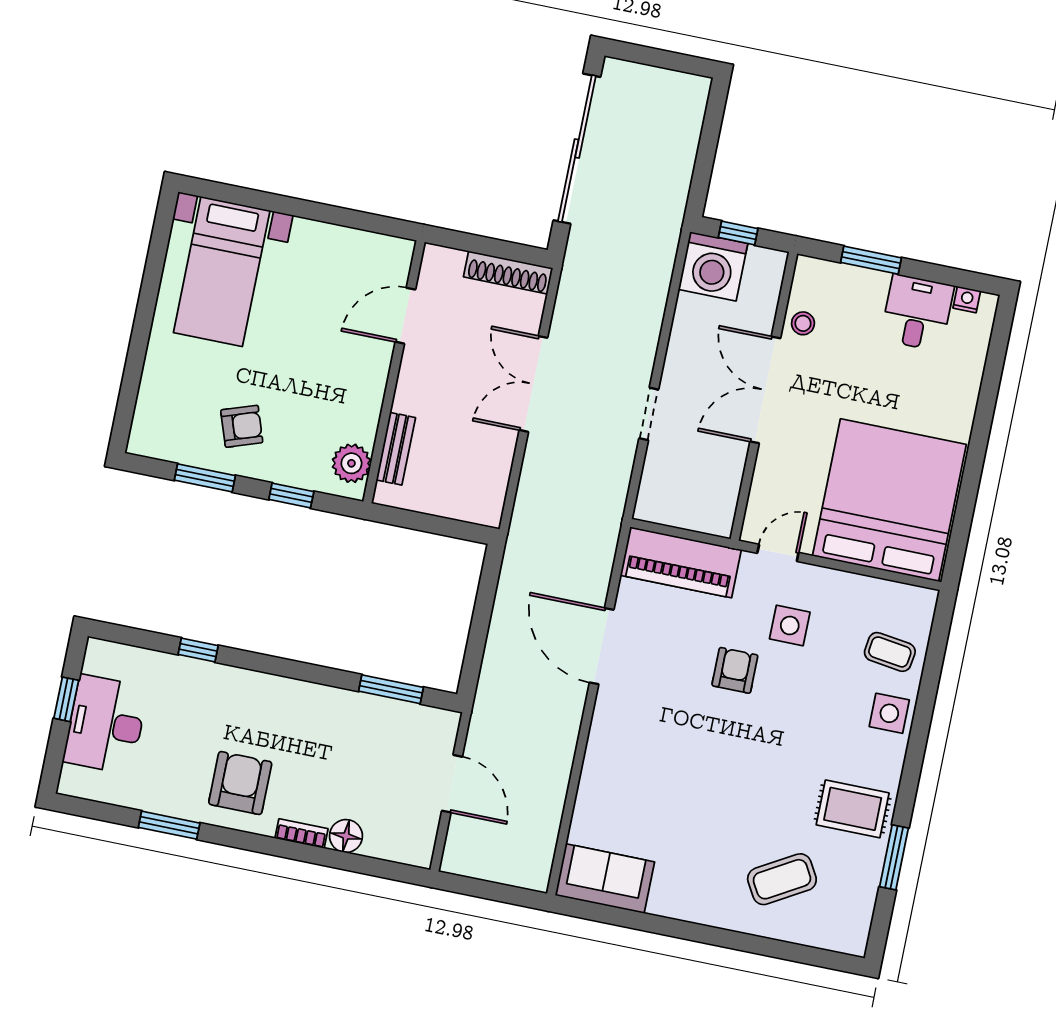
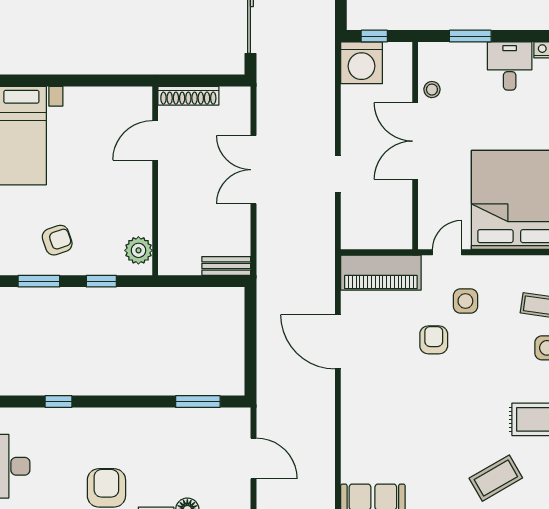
shoe rack: (508, 272) -> (188, 96), moved
bench: (396, 449) -> (226, 266), moved, turned 90

